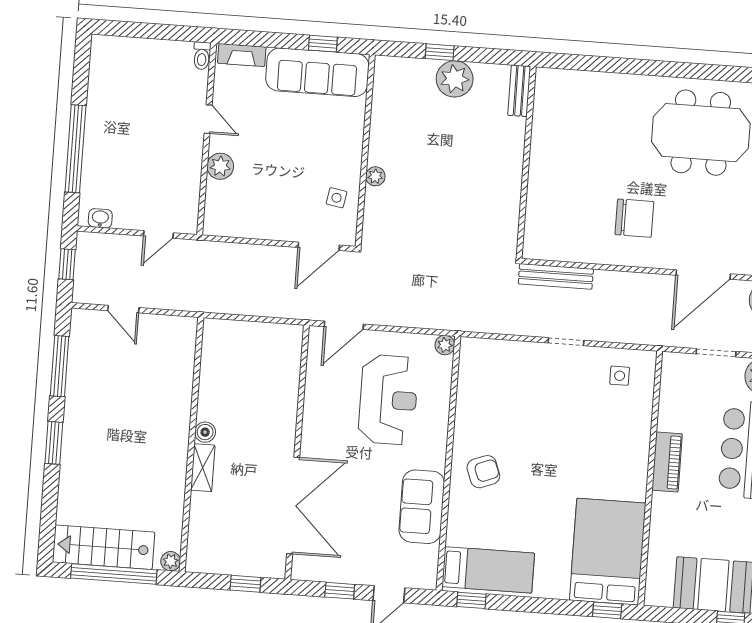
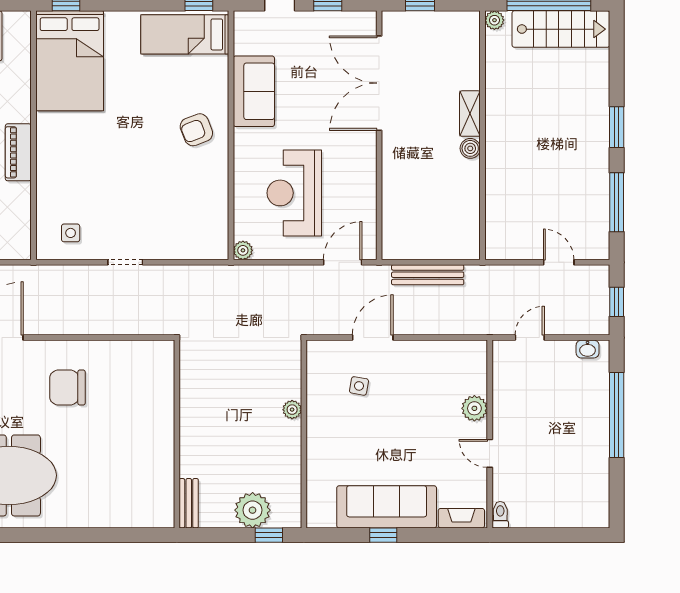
wall: (365, 151) -> (304, 434), moved
plant: (375, 176) -> (292, 410), moved
bench: (556, 276) -> (428, 275), moved

